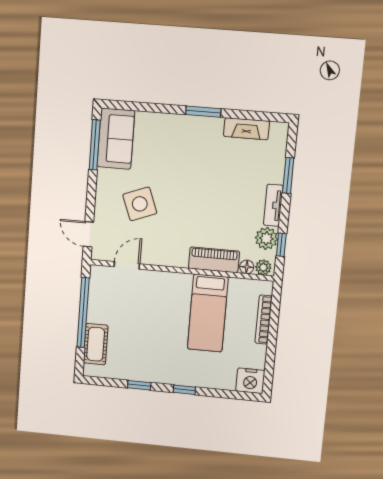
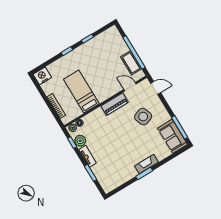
fireplace: (246, 129) -> (147, 164), moved
piano: (214, 260) -> (115, 104), moved
door: (127, 265) -> (130, 87), swing flipped
cot: (96, 344) -> (131, 63), moved

